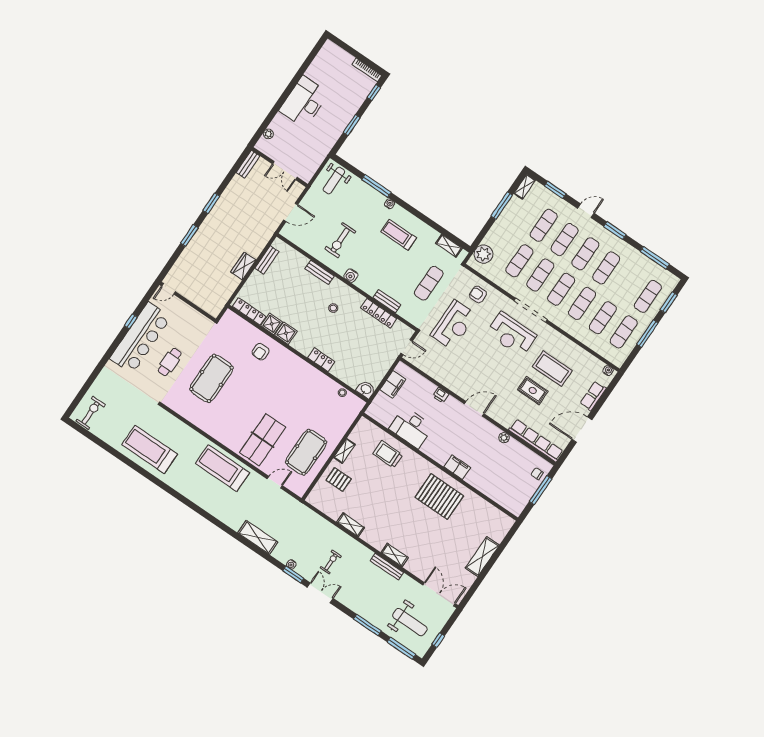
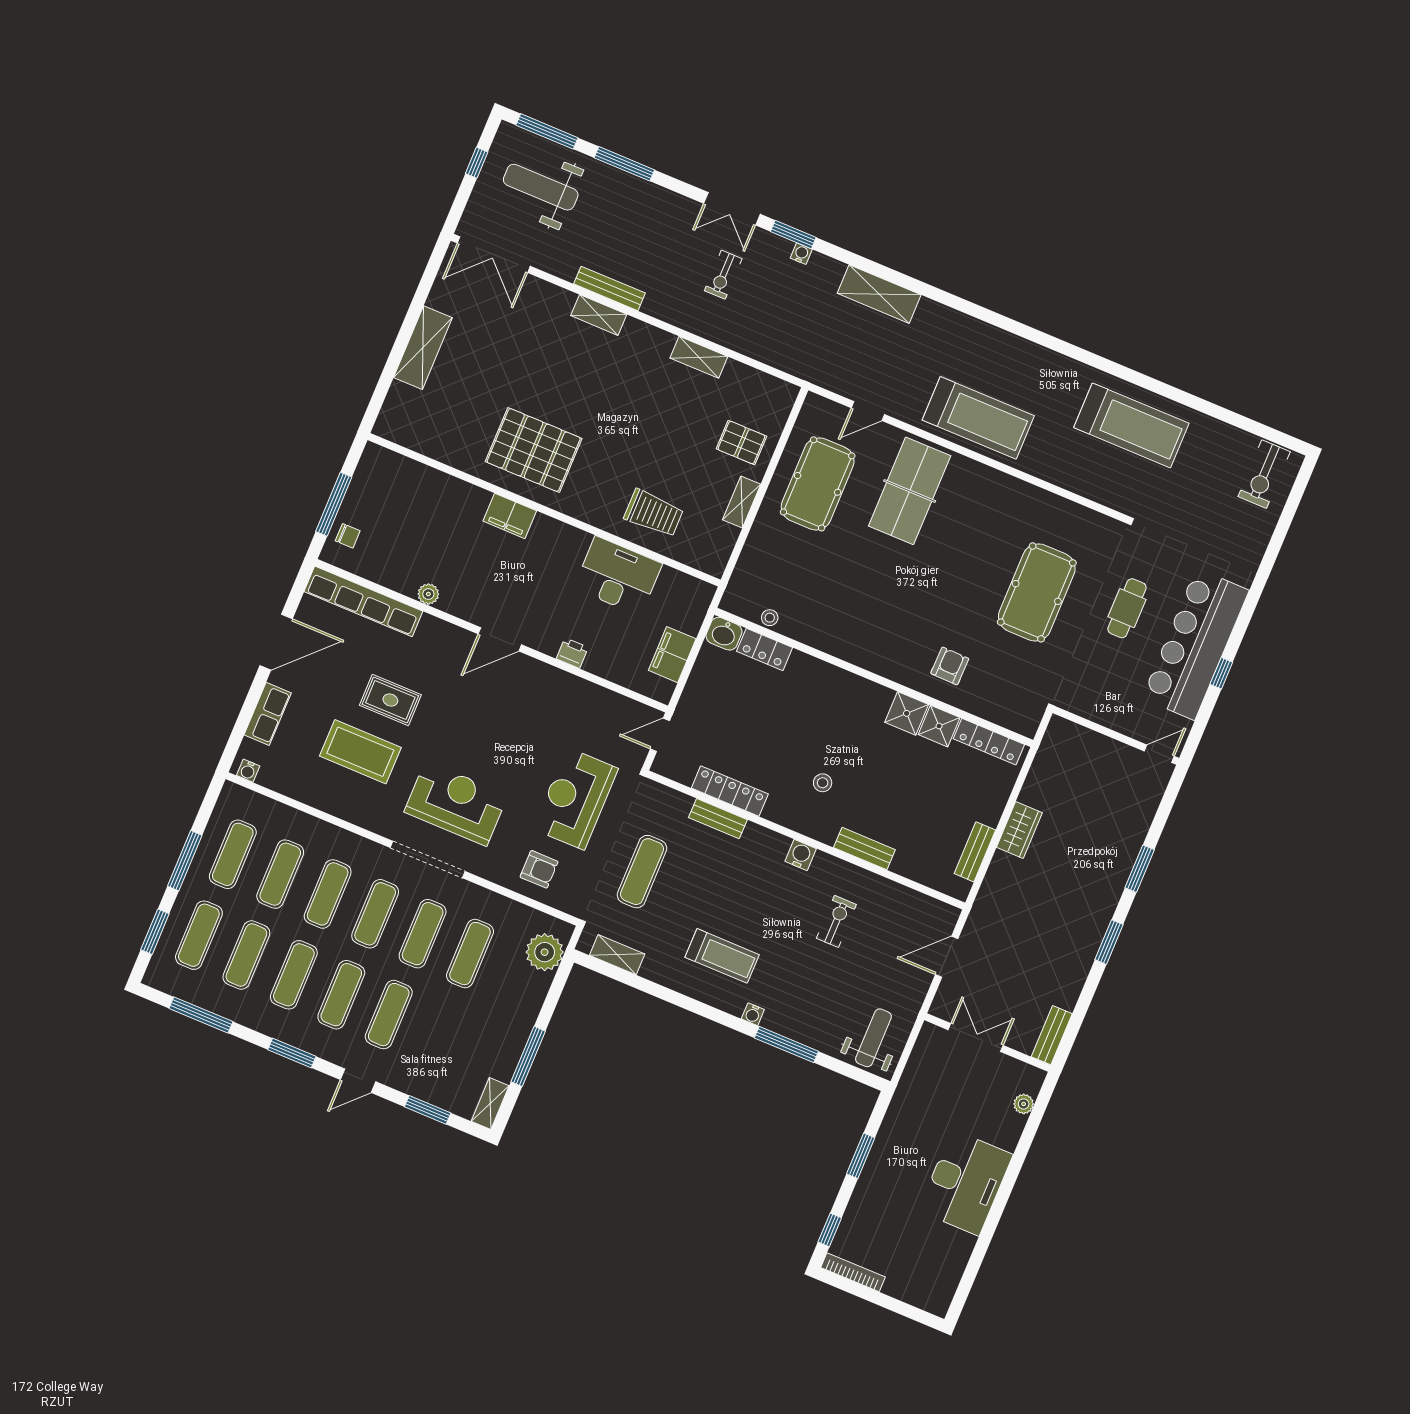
exercise mat: (544, 225) -> (246, 955), moved
exercise bike: (340, 240) -> (836, 921), width x0.73, depth x0.72
locker: (321, 360) -> (765, 649), moved

